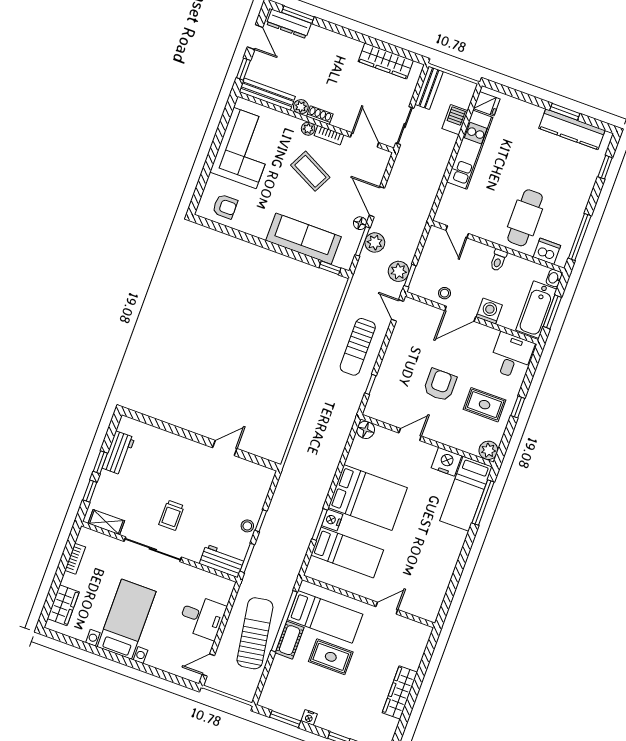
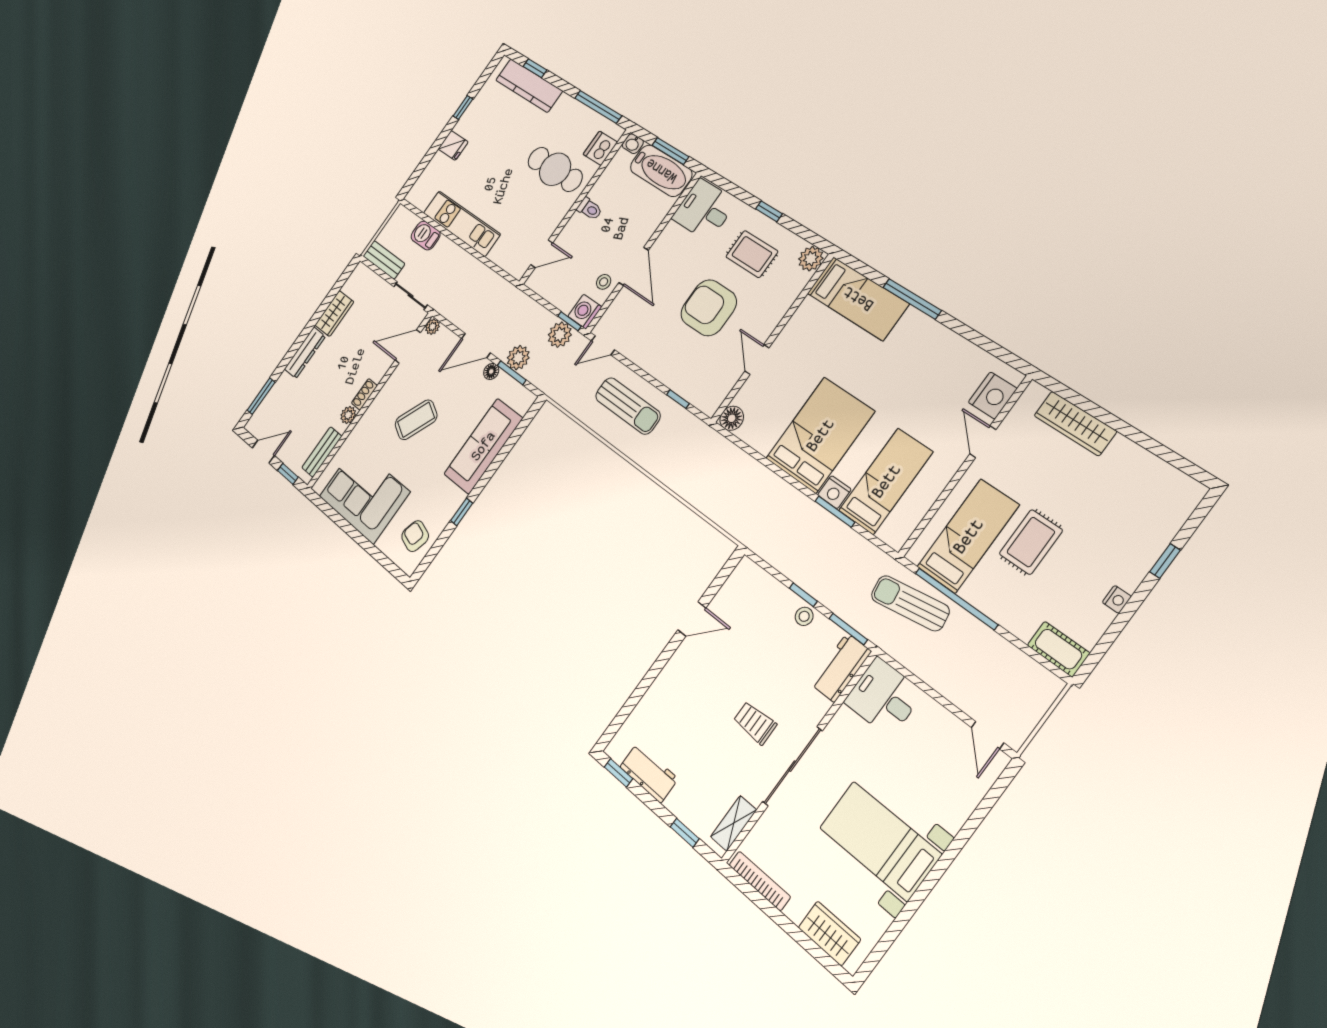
dresser: (289, 24) -> (305, 353), moved
wardrobe: (386, 61) -> (334, 313), width x0.67
bench: (267, 94) -> (322, 452), width x0.73
fridge: (487, 104) -> (453, 145), moved, turned 90
window: (565, 112) -> (463, 108), width x0.67
plant: (308, 129) -> (433, 327), moved
kitchen counter: (572, 129) -> (529, 85), moved, turned 90
bookcase: (329, 135) -> (388, 388), removed
armchair: (225, 206) -> (415, 536), turned -73
window: (330, 268) -> (462, 512), moved
washing machine: (489, 311) -> (585, 312), moved
armchair: (440, 385) -> (709, 308), width x1.36, depth x1.36
rug: (485, 405) -> (752, 254), turned 90
door: (225, 448) -> (692, 619), swing flipped
window: (100, 462) -> (618, 773), moved
nightstand: (446, 462) -> (993, 395), moved, turned 180
window: (483, 502) -> (912, 299), moved
trolley: (172, 515) -> (755, 723), turned 180
bookcase: (75, 559) -> (760, 881), width x1.56
desk: (202, 617) -> (884, 697), moved, turned -90
sun lounger: (255, 633) -> (910, 603), moved, width x0.73, depth x0.75
cot: (290, 640) -> (1058, 649), moved
wardrobe: (400, 693) -> (1075, 423), moved
window: (285, 719) -> (1109, 638), removed

